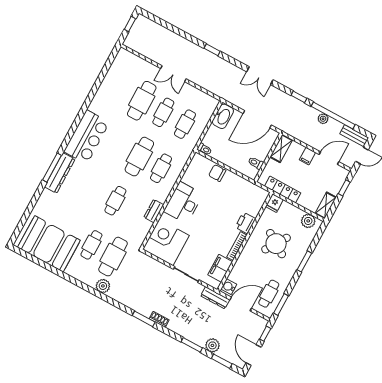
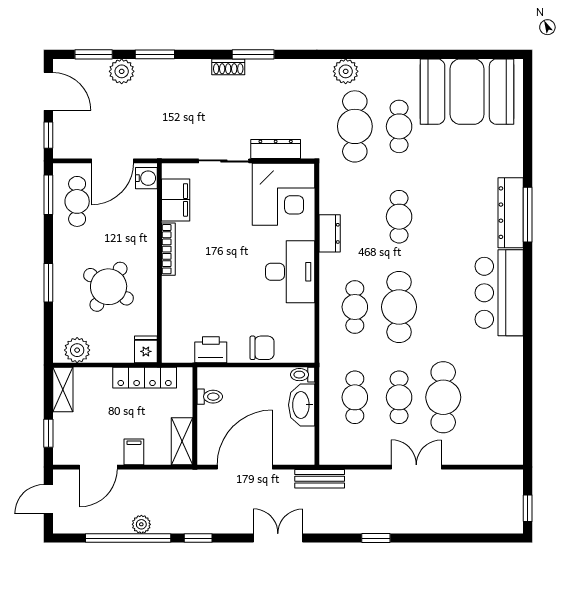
washbasin: (223, 116) -> (302, 405), moved
bench: (354, 136) -> (320, 479), moved
printer: (245, 223) -> (211, 350), moved, turned -90
dresser: (215, 298) -> (276, 149), moved

